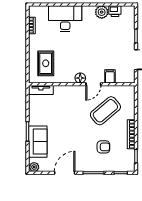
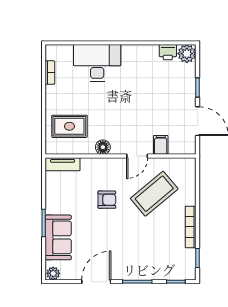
plant: (102, 12) -> (187, 54), moved
rug: (46, 63) -> (69, 126), turned 90
floor lamp: (80, 78) -> (103, 147), moved
armchair: (103, 147) -> (107, 200), moved

